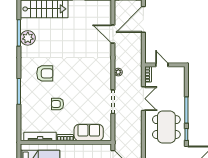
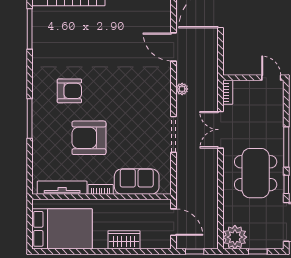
door: (113, 34) -> (174, 47), moved
plant: (28, 38) -> (43, 37), removed
door: (162, 65) -> (271, 78), moved
double door: (143, 99) -> (221, 130), swing flipped
armchair: (58, 104) -> (89, 138), width x1.88, depth x1.88

